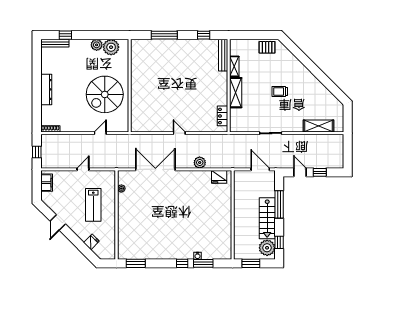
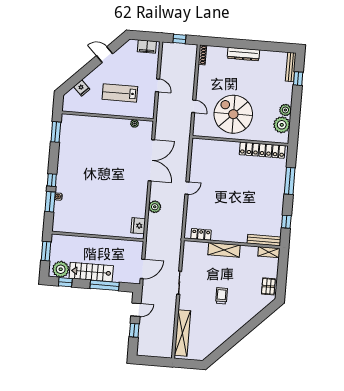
locker: (137, 64) -> (262, 150), added
shelving: (234, 66) -> (269, 252), moved
shelving: (319, 126) -> (182, 333), width x1.47

